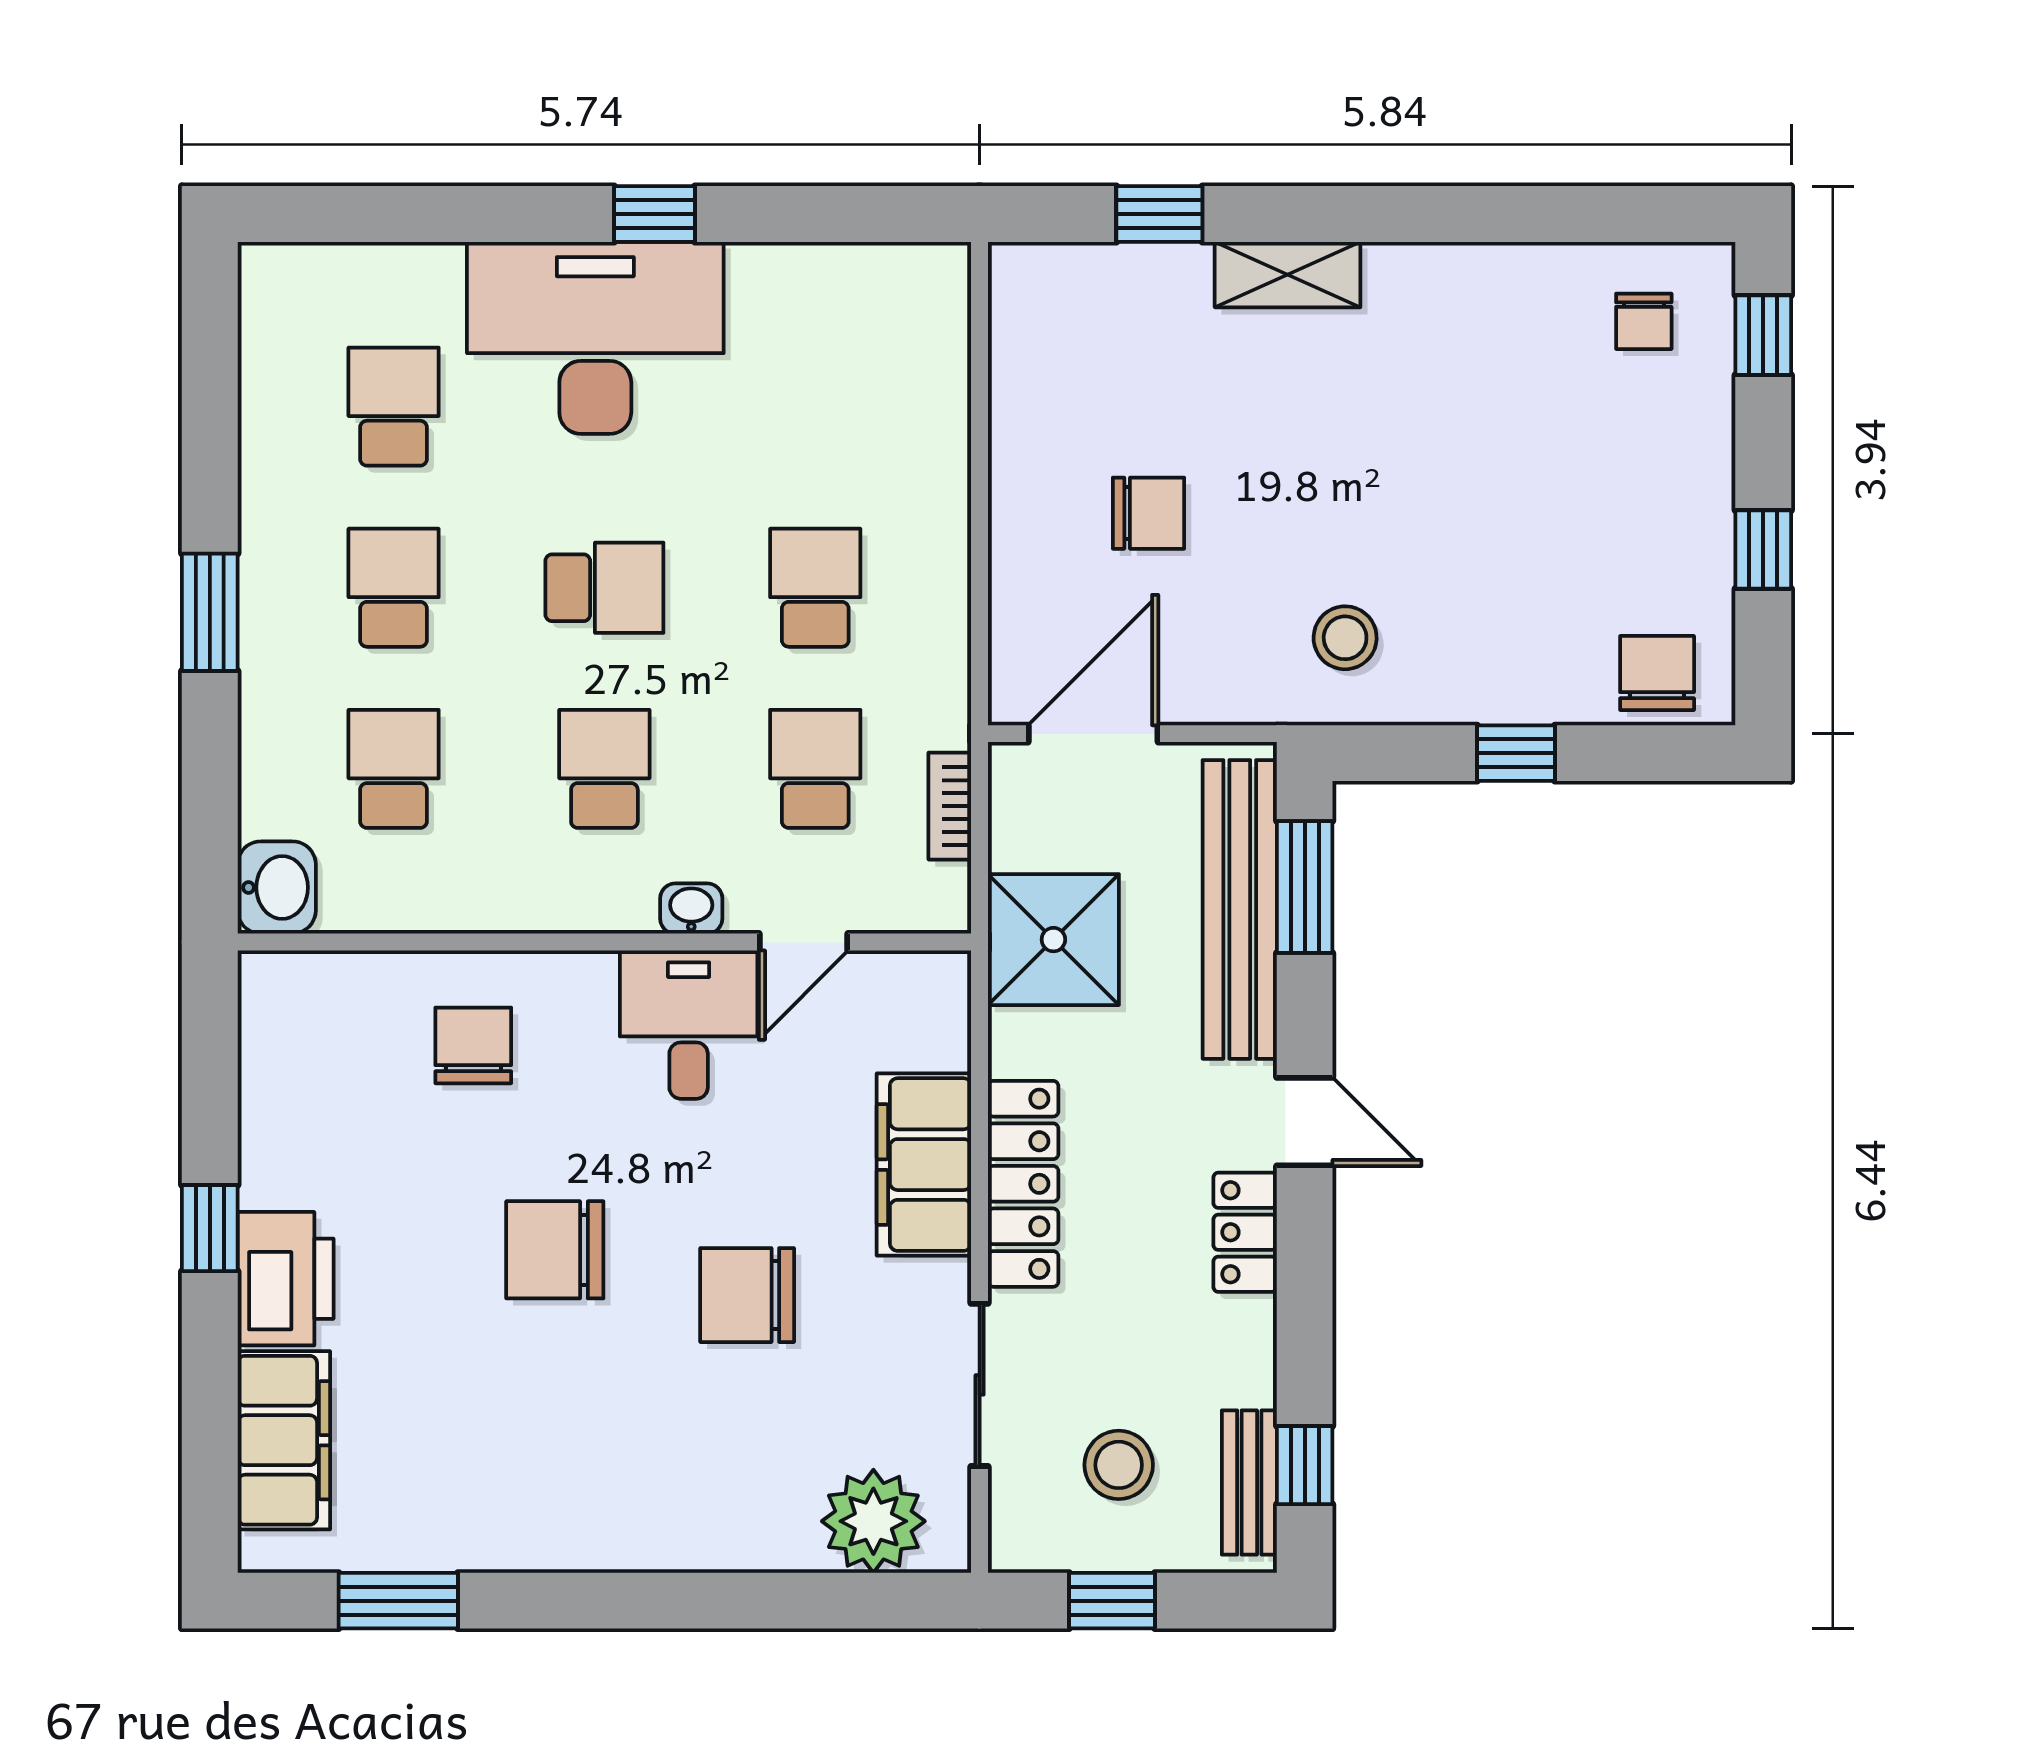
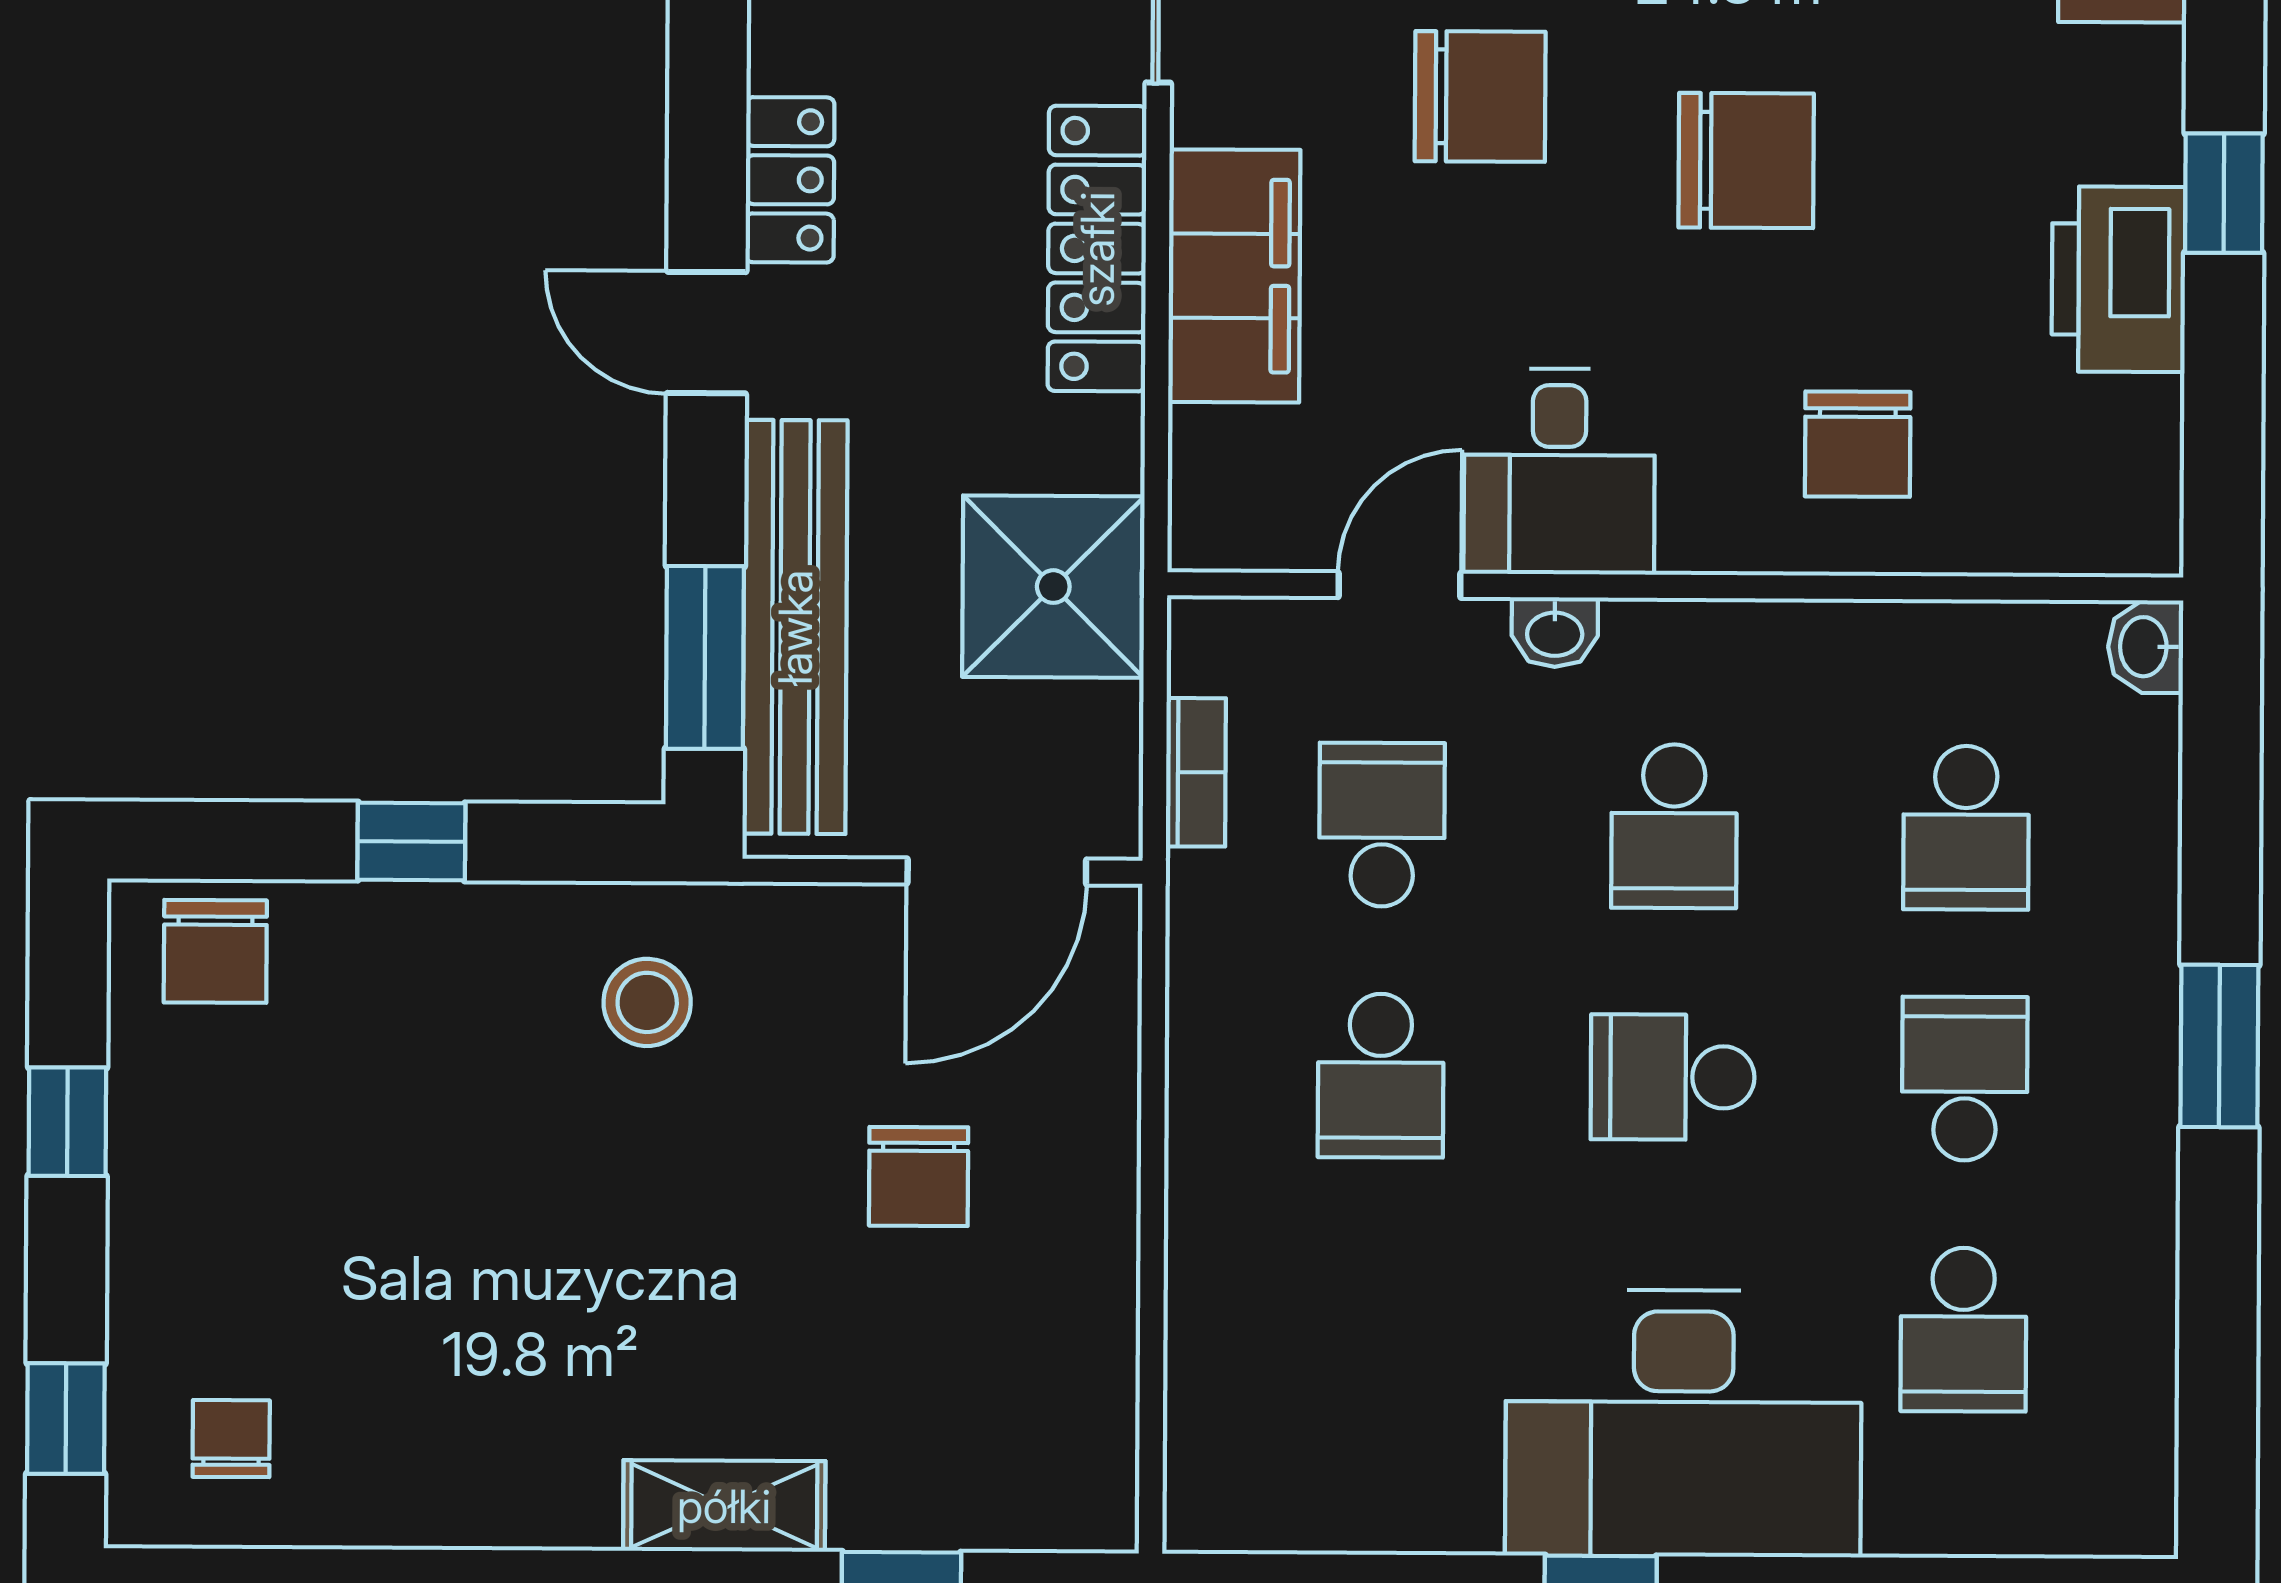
chair: (1149, 513) -> (919, 1176), turned -90
school desk: (394, 588) -> (1965, 1079), turned 180
school desk: (815, 769) -> (1382, 825), turned 180
washbasin: (277, 887) -> (2146, 647), width x0.72, depth x0.69
printer: (286, 1279) -> (2118, 279), moved

